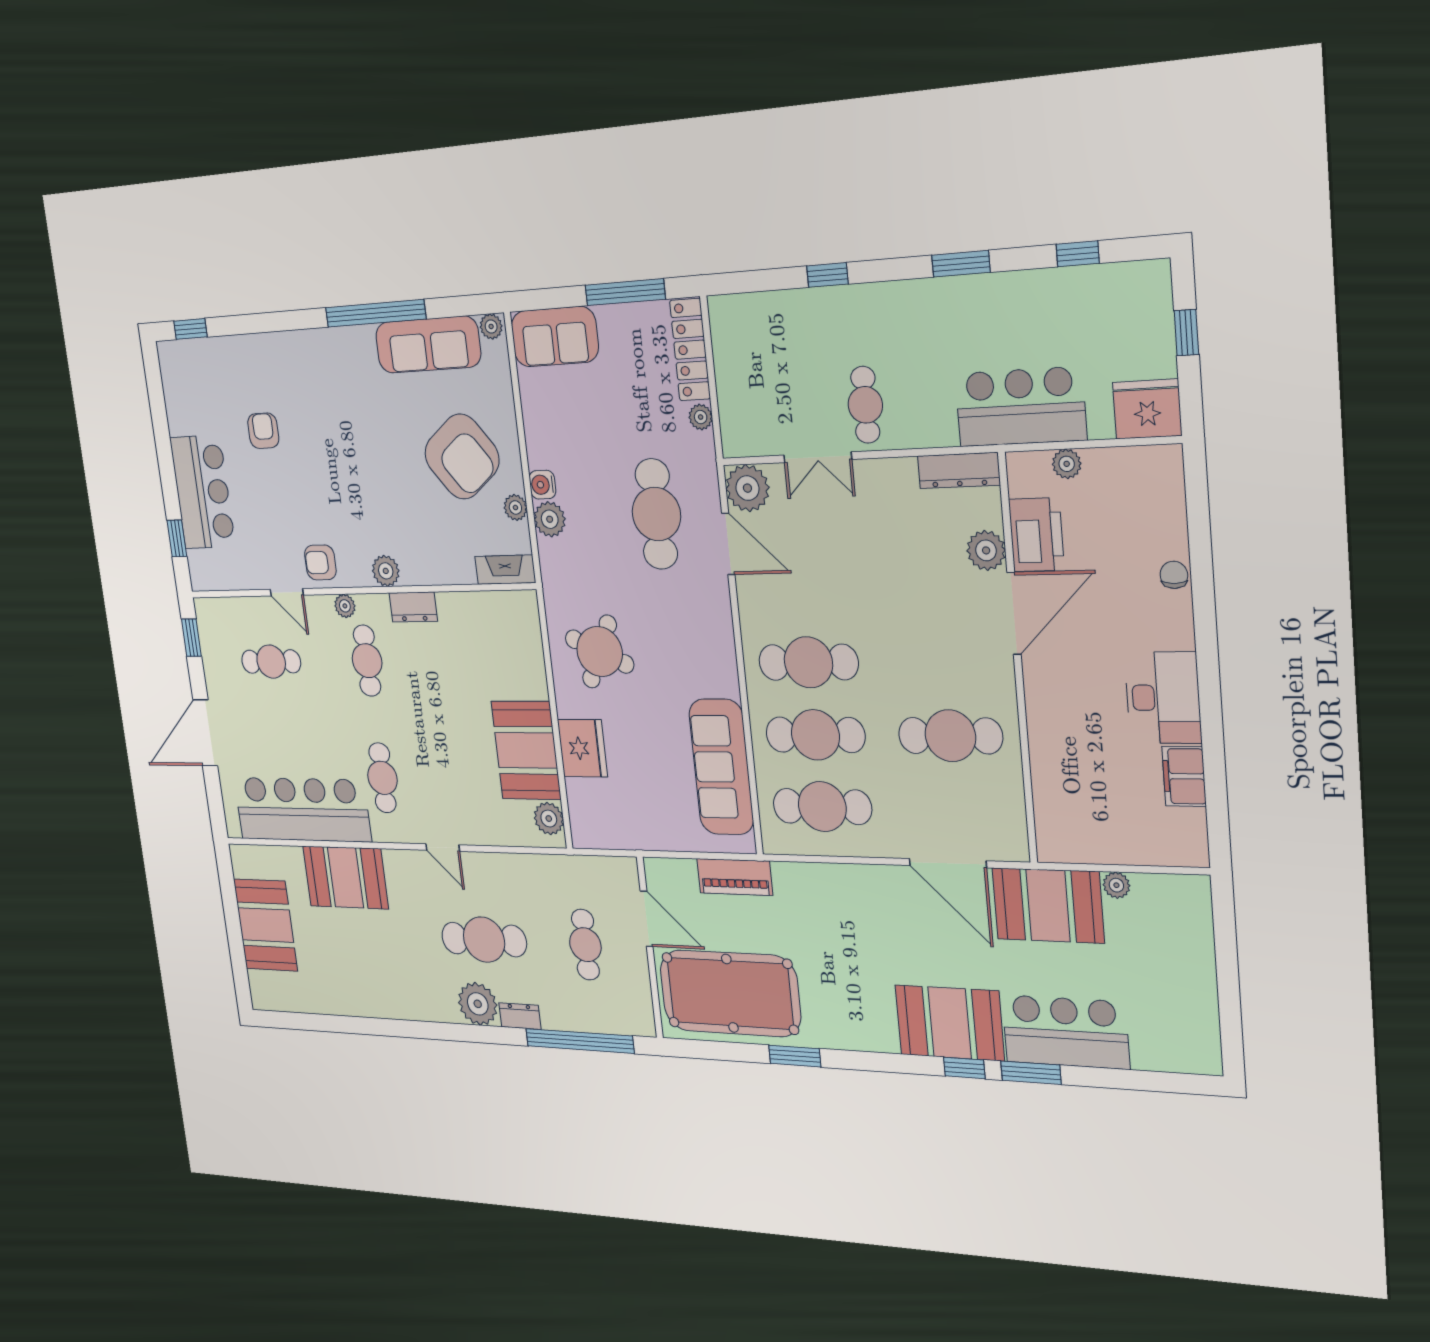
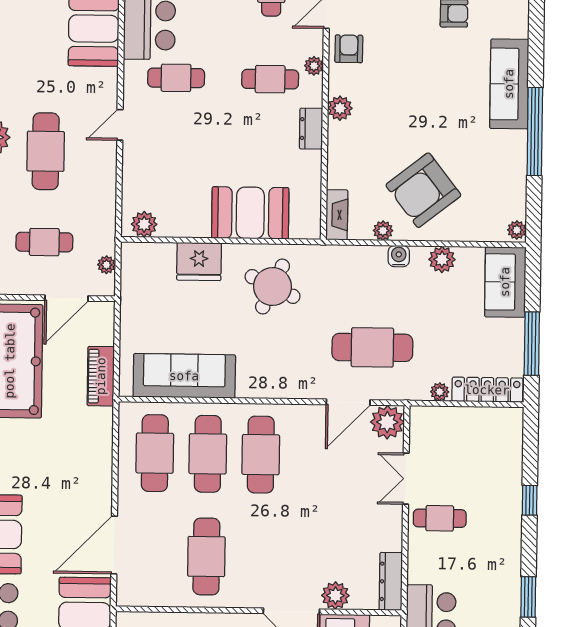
sofa: (428, 345) -> (509, 84), moved
plant: (550, 519) -> (442, 259), moved
booth: (526, 750) -> (250, 213), moved
plant: (601, 867) -> (107, 265), added

